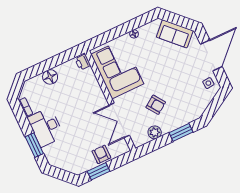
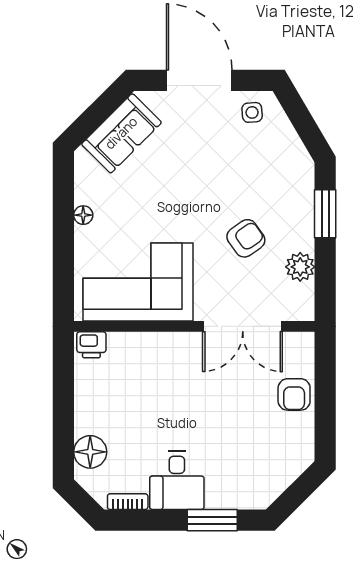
floor lamp: (50, 77) -> (90, 452), moved
desk: (46, 127) -> (177, 481), width x0.73
armchair: (101, 154) -> (294, 394), turned -90
window: (99, 171) -> (325, 416), removed

